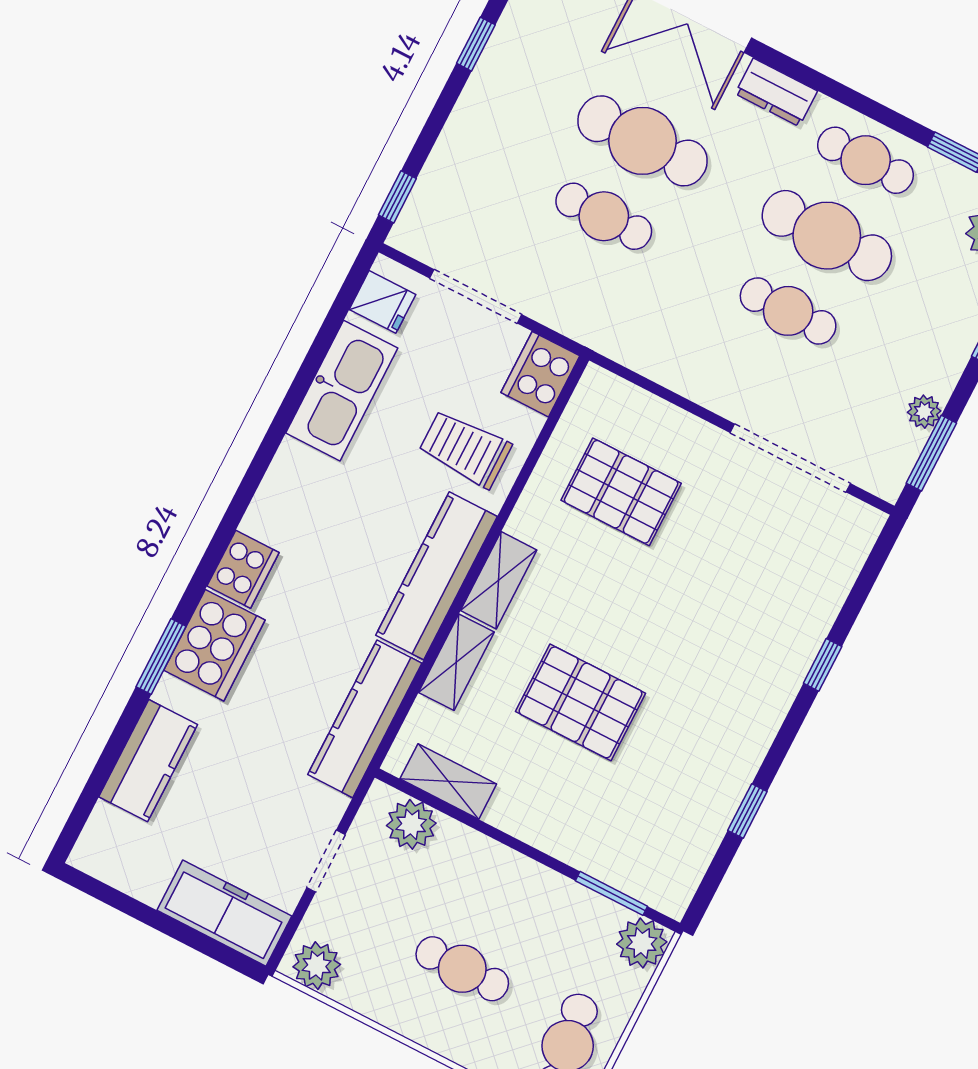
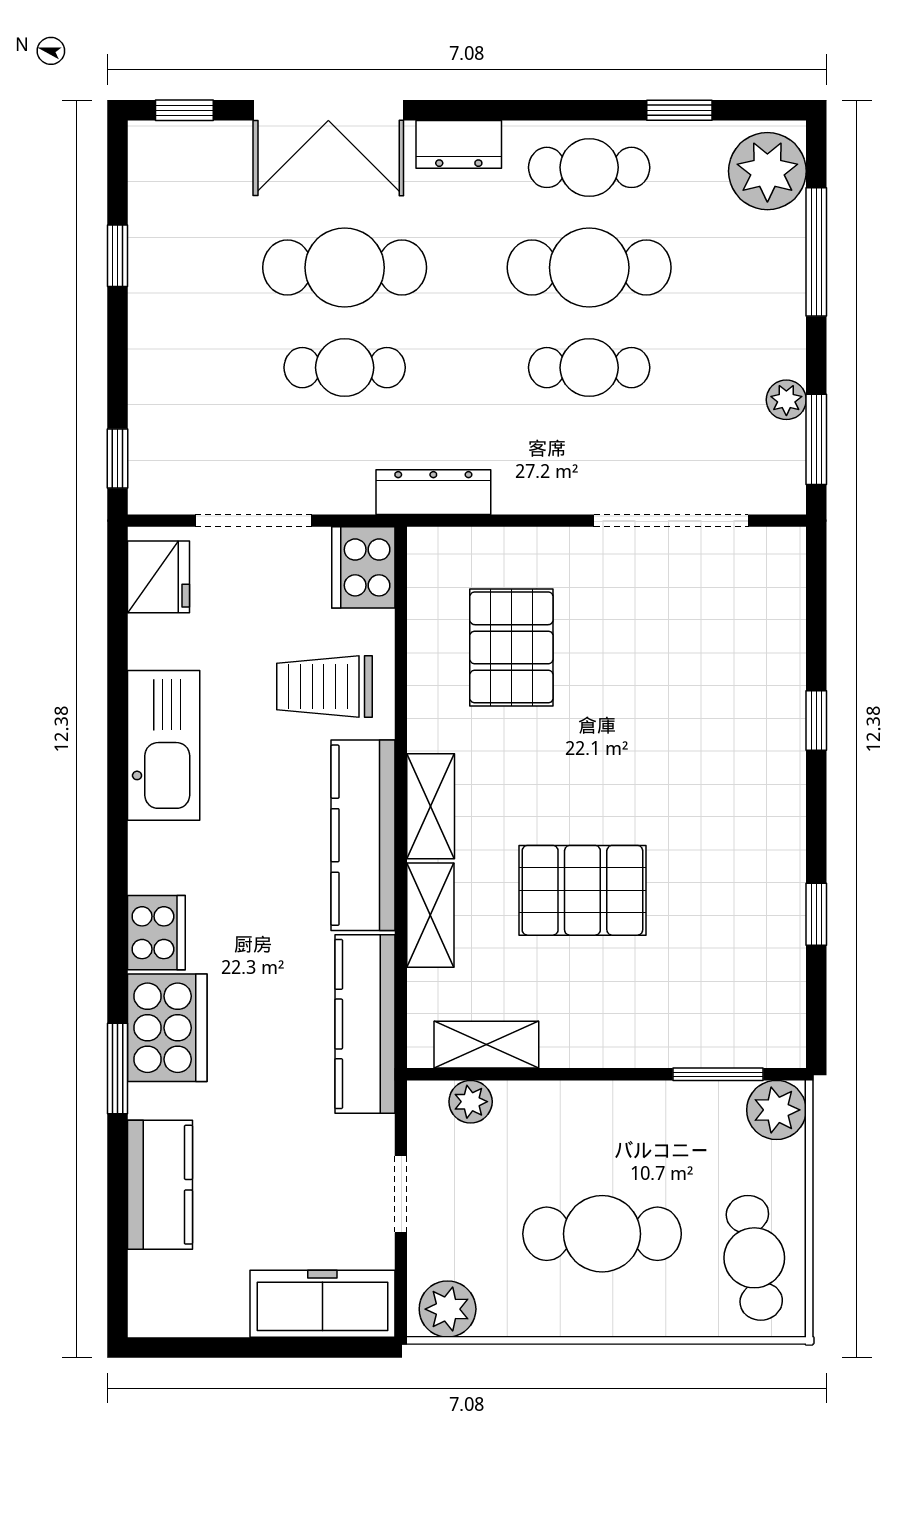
fridge: (382, 302) -> (159, 577), width x1.38
dresser: (622, 345) -> (433, 492), added
kitchen sink: (342, 391) -> (164, 745), moved
pallet: (621, 492) -> (511, 647), turned 90
plant: (411, 824) -> (471, 1102), width x0.73, depth x0.73
cafe table: (462, 969) -> (602, 1234), width x1.37, depth x1.35

